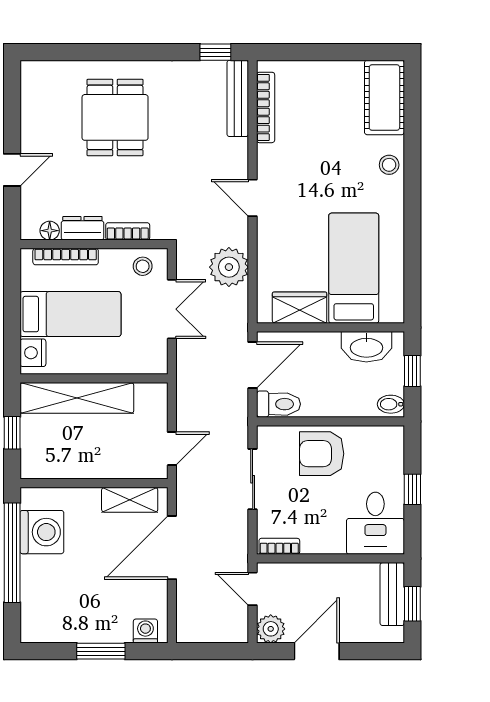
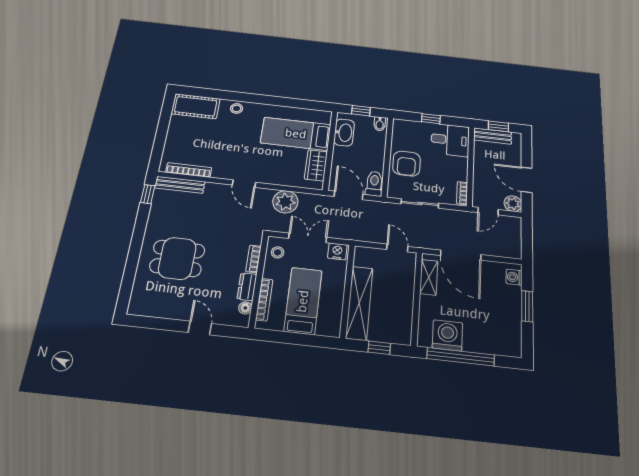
door: (253, 198) -> (244, 184), hinge flipped
nightstand: (33, 353) -> (337, 251), moved, turned 180

